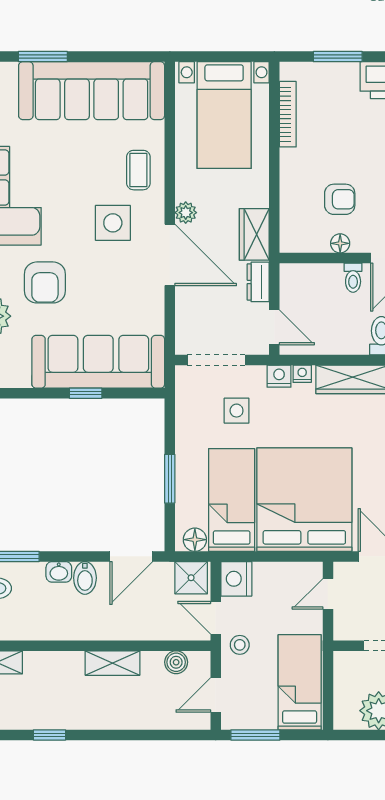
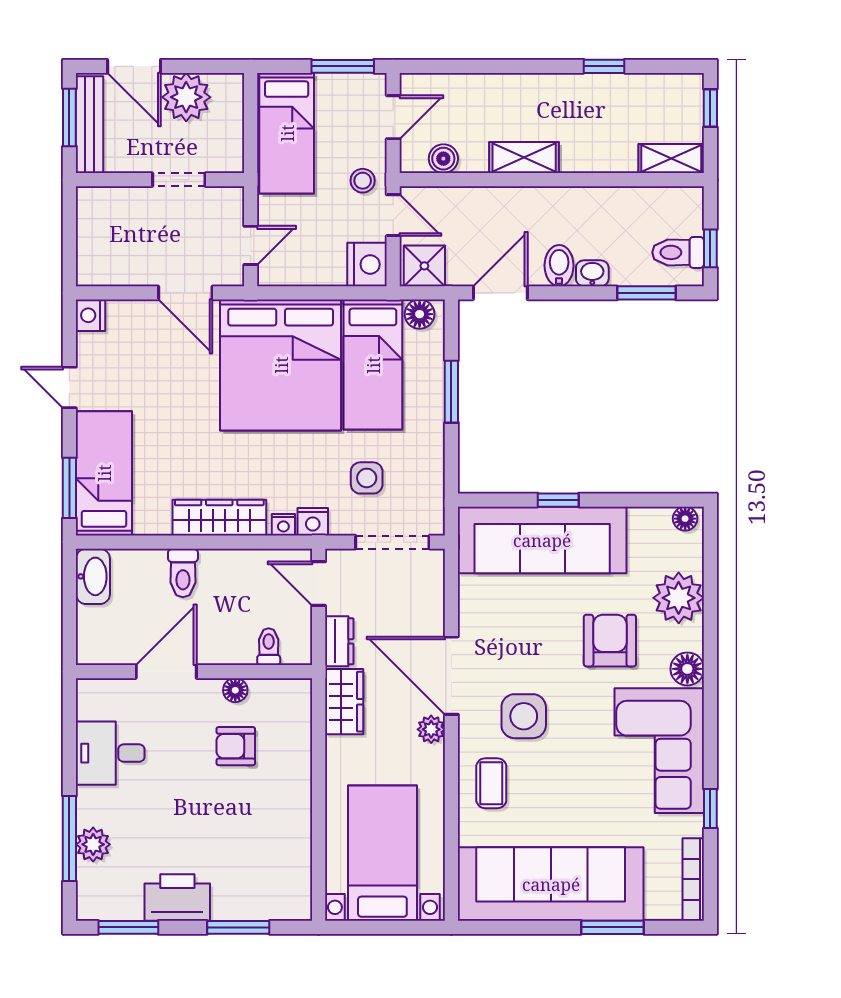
bookcase: (288, 114) -> (302, 854), removed
toilet: (353, 278) -> (269, 647), moved

